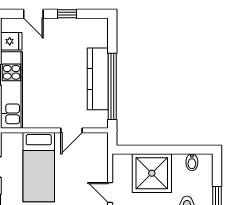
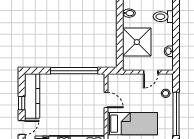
kitchen counter: (98, 79) -> (32, 96), moved, turned -90

